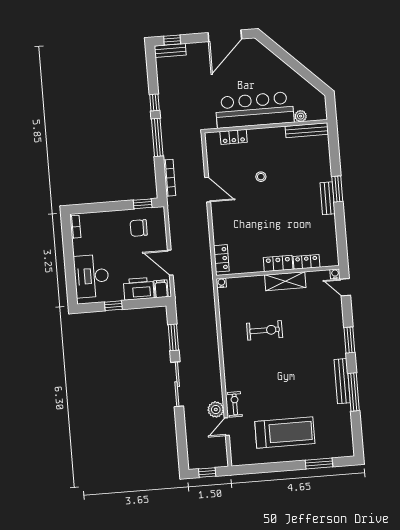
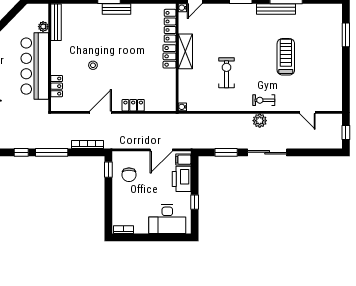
locker: (221, 258) -> (133, 105), moved
locker: (306, 262) -> (170, 26), width x1.53
exercise bike: (235, 404) -> (264, 100), moved
plant: (216, 409) -> (260, 121), moved
treadmill: (285, 433) -> (286, 57), moved, width x0.73, depth x0.73

